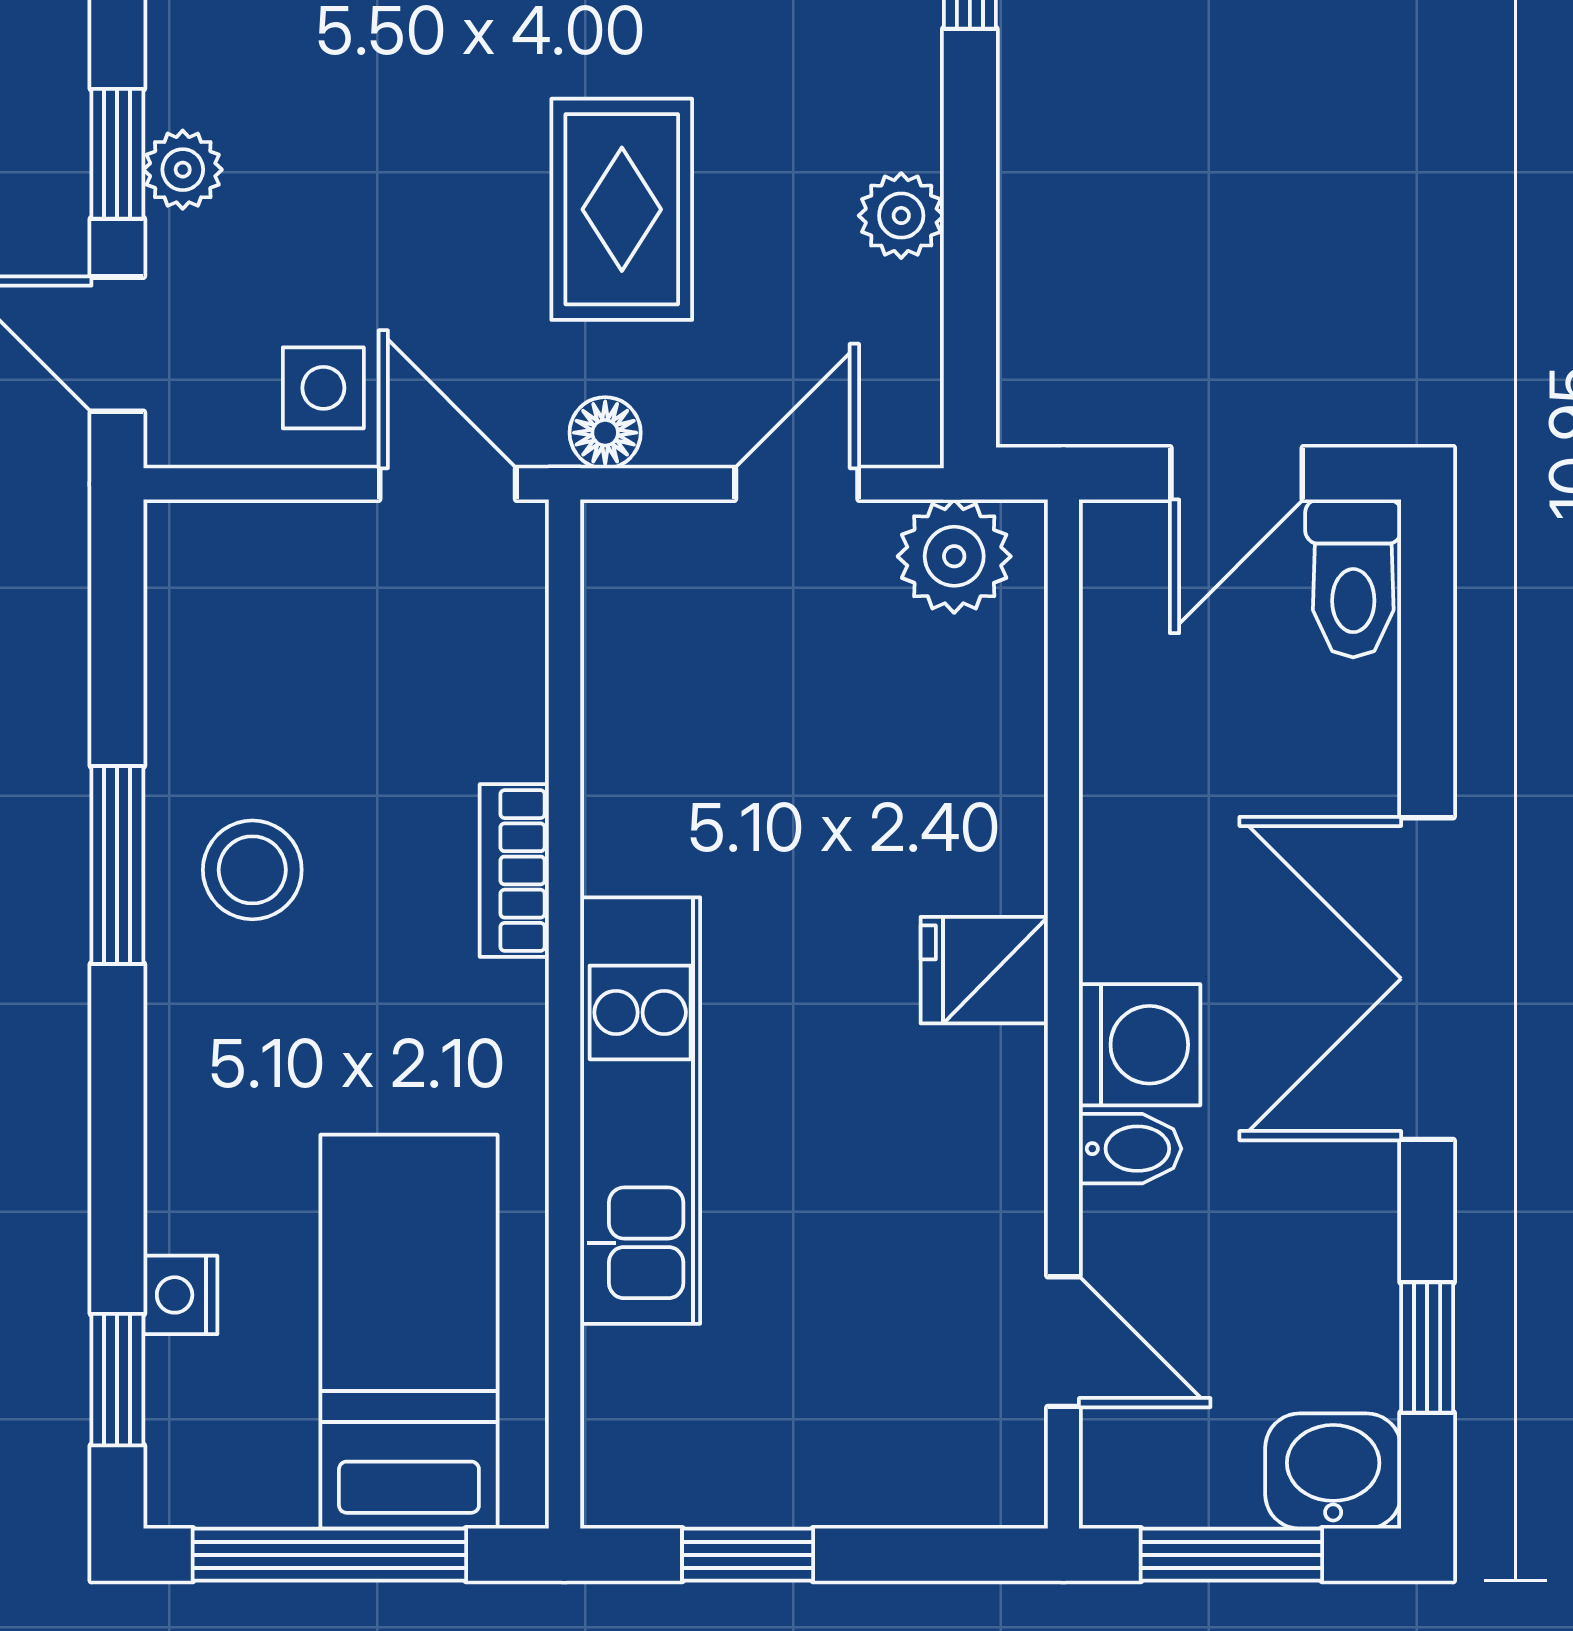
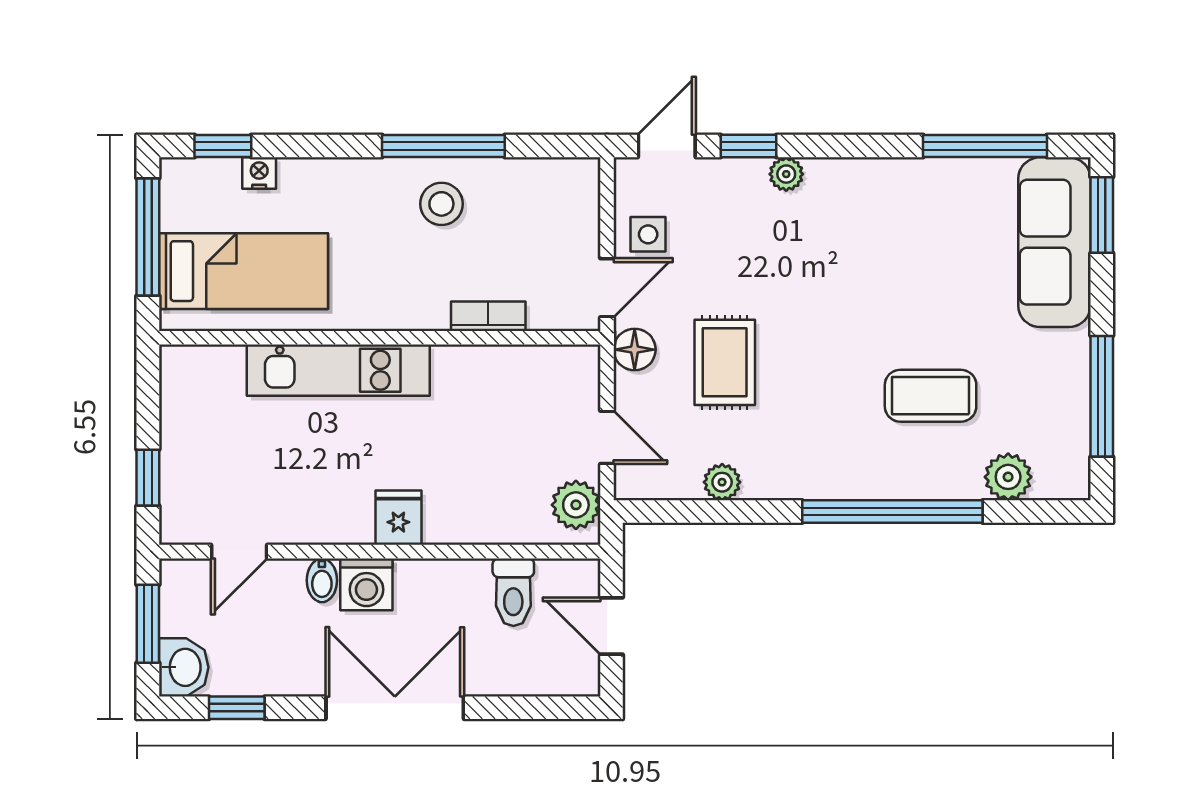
plant: (183, 170) -> (786, 174), moved
rug: (622, 209) -> (725, 362), turned 90
floor lamp: (605, 433) -> (635, 350), width x1.37, depth x1.37
toilet: (1353, 578) -> (513, 592), moved, turned -90
window: (117, 865) -> (443, 146), width x1.44
bookcase: (514, 870) -> (488, 316), moved
window: (748, 1555) -> (148, 478), moved

